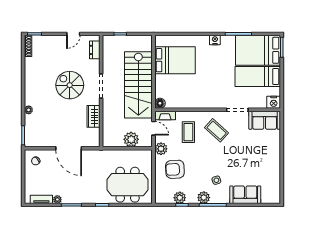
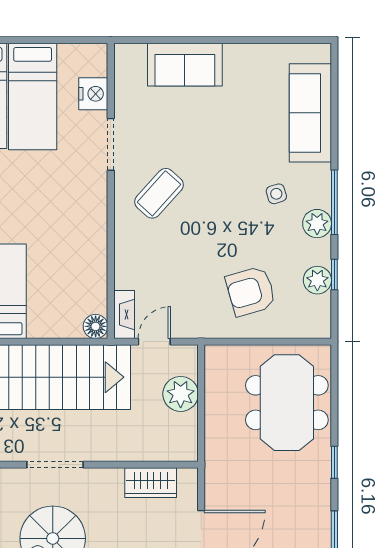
nightstand: (274, 102) -> (93, 94), moved
wardrobe: (93, 116) -> (151, 483), moved
sofa: (265, 120) -> (185, 65), moved, turned 90
coffee table: (188, 132) -> (163, 260), removed
plant: (161, 149) -> (202, 324), removed
armchair: (175, 169) -> (251, 291), turned 77
sofa: (245, 195) -> (310, 113), width x1.36

